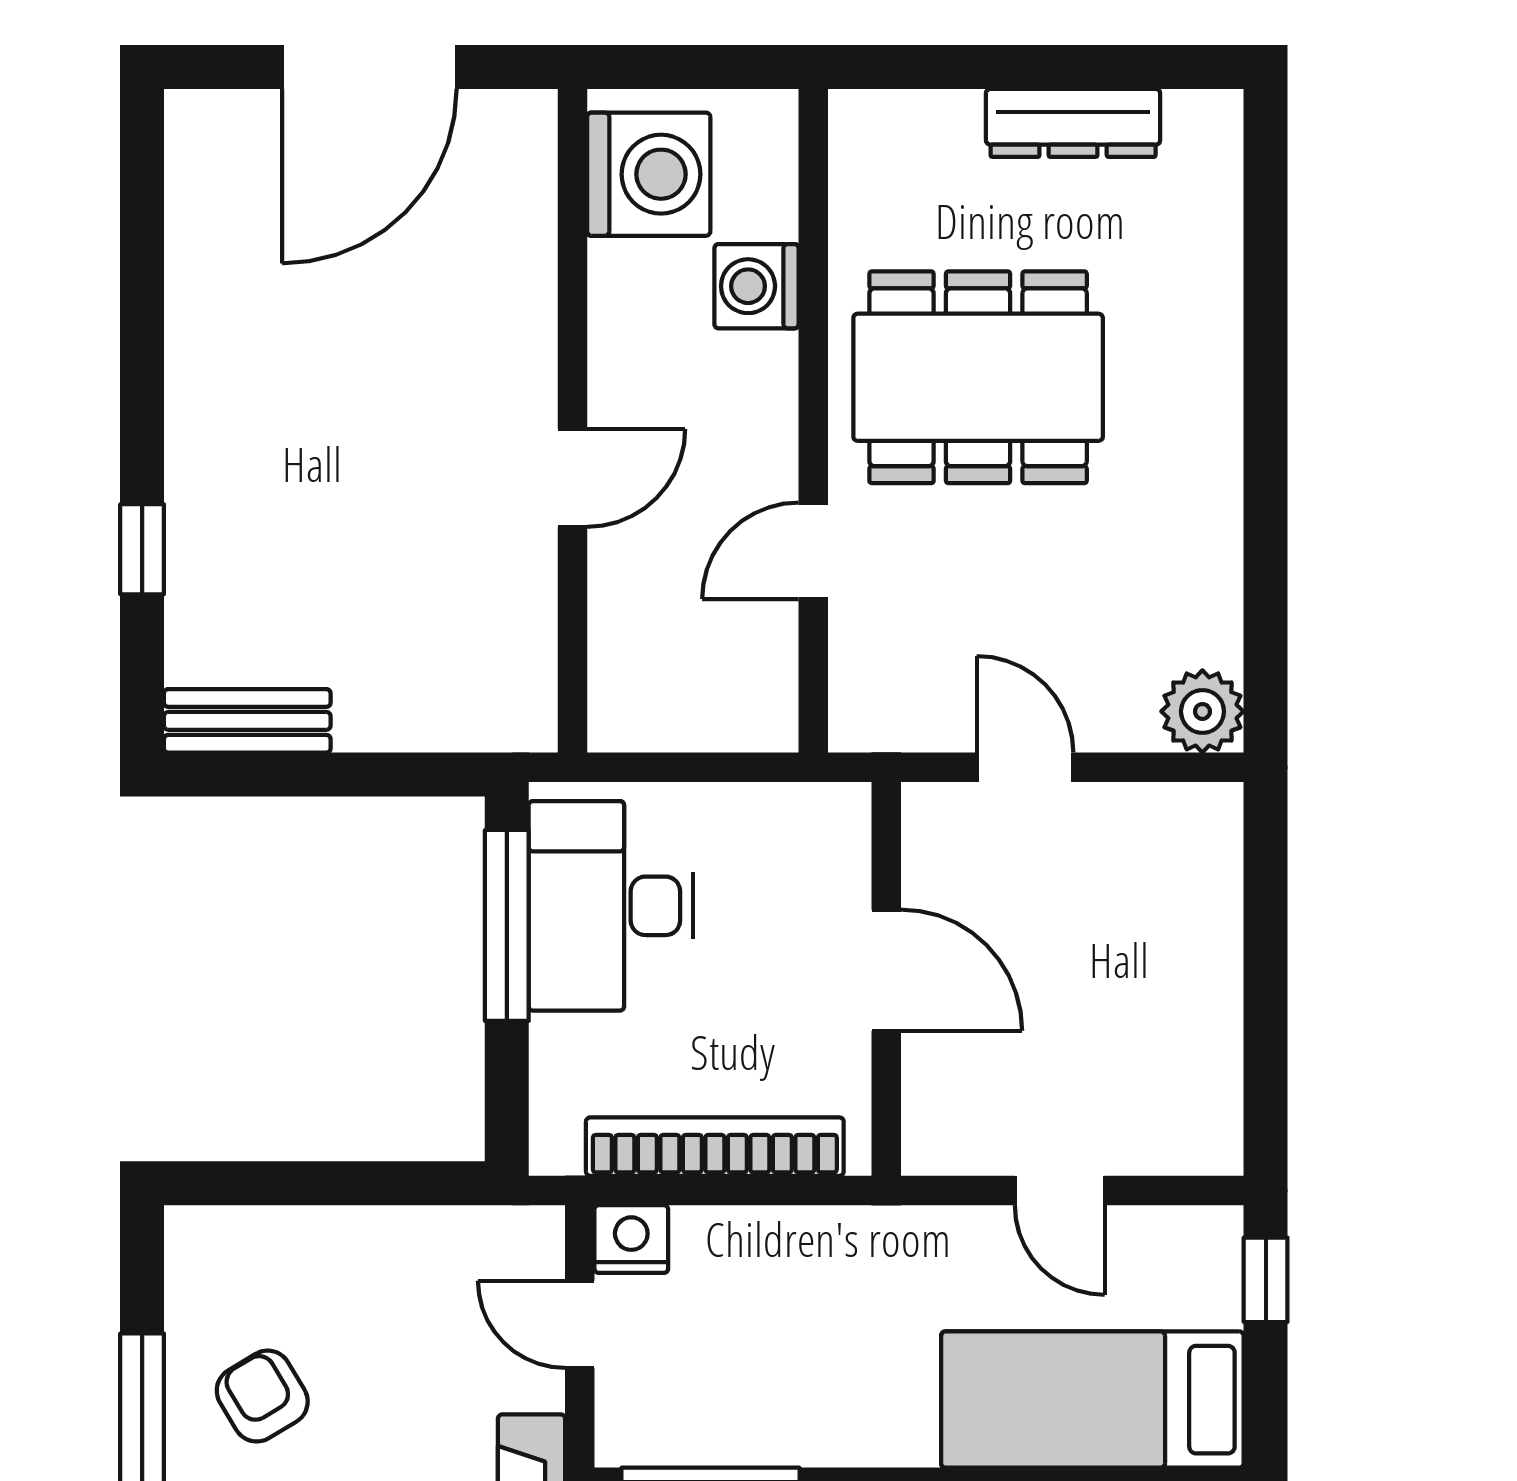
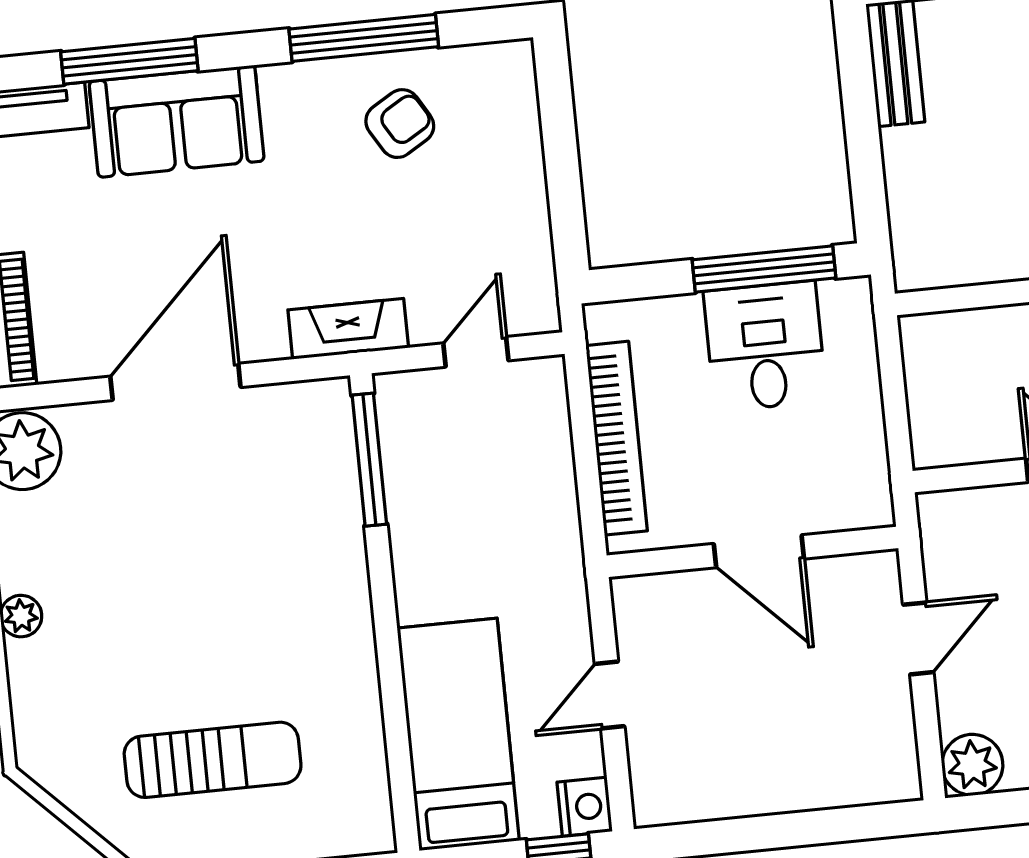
desk: (611, 906) -> (765, 346), width x0.73
door: (886, 970) -> (759, 551), hinge flipped
nightstand: (631, 1239) -> (585, 807), moved

